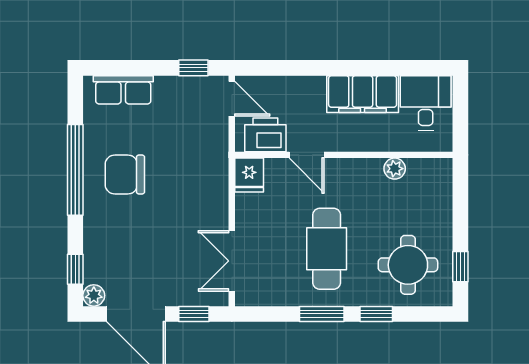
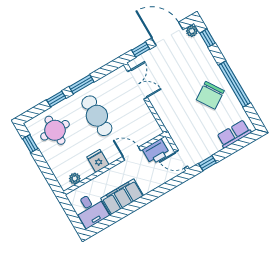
plant: (395, 169) -> (75, 179), moved
chair: (125, 174) -> (210, 95), turned 147
fridge: (249, 175) -> (98, 161), moved

